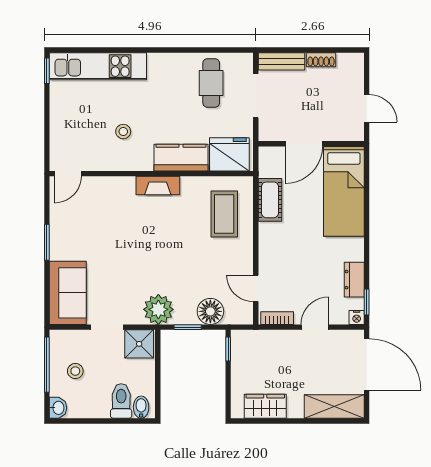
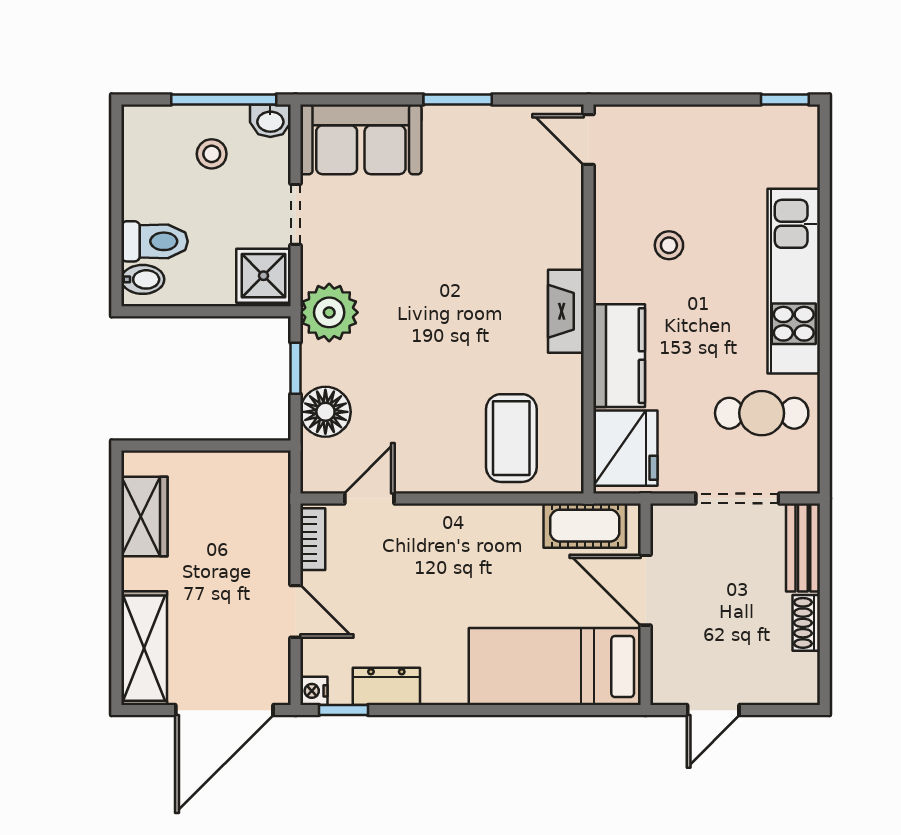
kitchen unit: (98, 66) -> (794, 281), moved
cot: (270, 200) -> (585, 526), moved
coffee table: (224, 214) -> (511, 438), turned 90
window: (228, 349) -> (254, 445), removed
washbasin: (58, 408) -> (270, 121), moved

